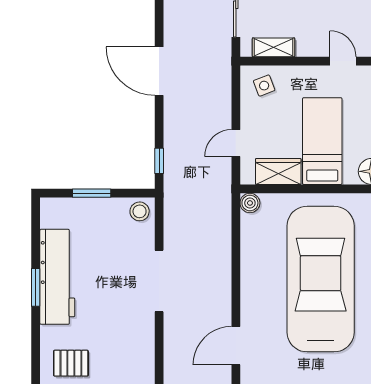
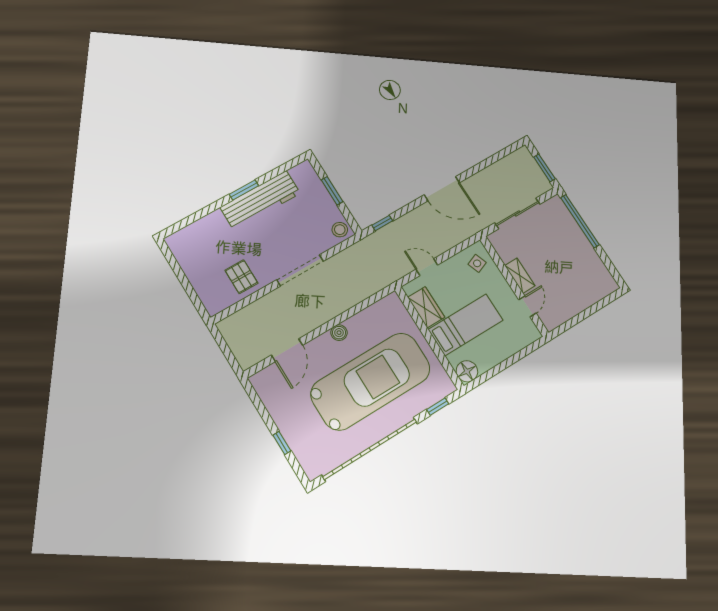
shelving: (274, 47) -> (520, 276), moved
door: (159, 71) -> (442, 189), swing flipped
boiler: (250, 203) -> (339, 333), moved
door: (236, 346) -> (287, 350), swing flipped
pallet: (71, 363) -> (241, 277), moved

